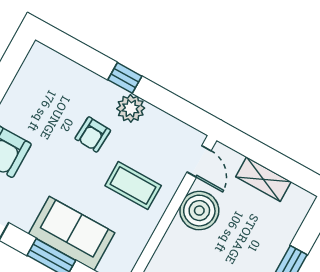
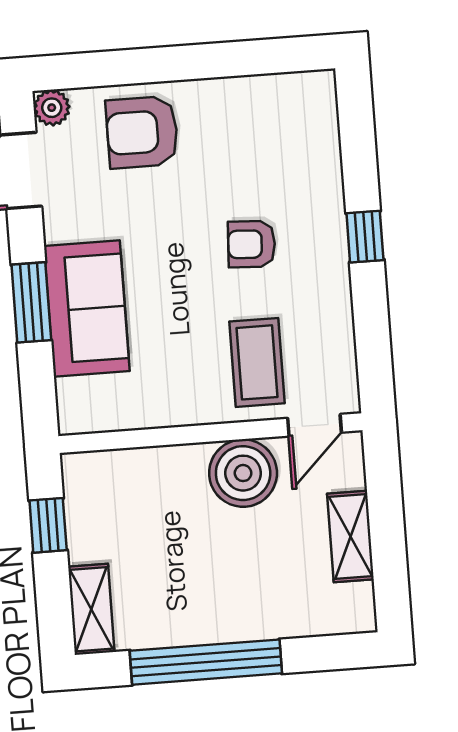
plant: (131, 108) -> (326, 274), removed
coffee table: (133, 186) -> (257, 362), moved

